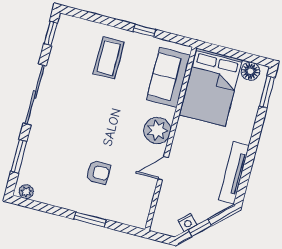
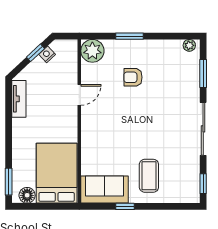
sofa: (168, 77) -> (105, 190), moved, turned -90
plant: (157, 131) -> (92, 51), moved
tv unit: (234, 173) -> (19, 99), width x0.71

